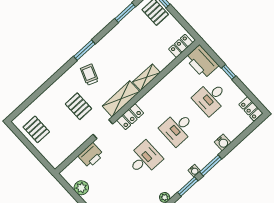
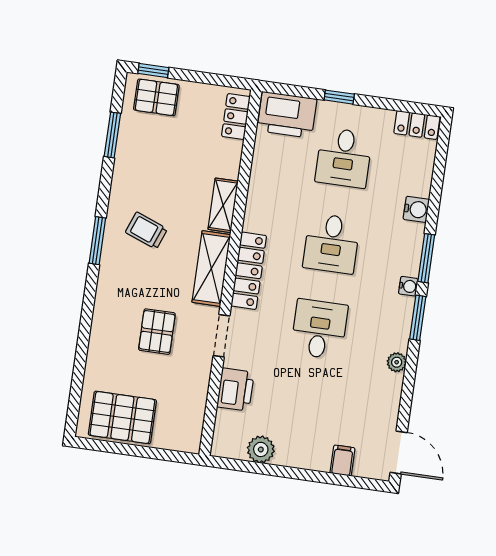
trolley: (89, 75) -> (146, 231), moved
pallet: (78, 106) -> (157, 332), turned 90
locker: (130, 117) -> (249, 271), width x1.53
pallet: (36, 129) -> (122, 417), width x1.50, depth x1.42

